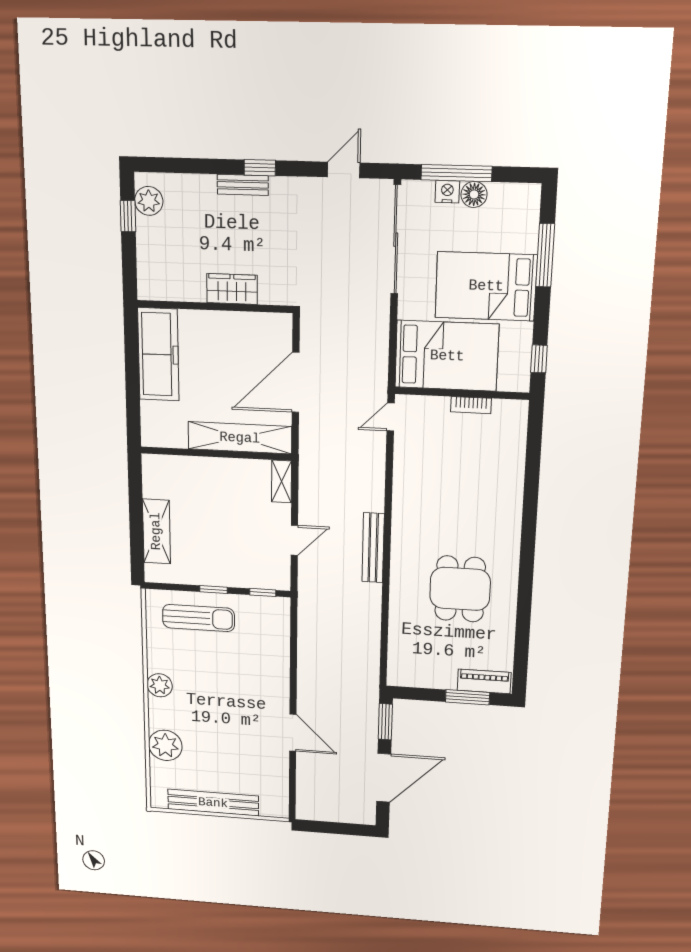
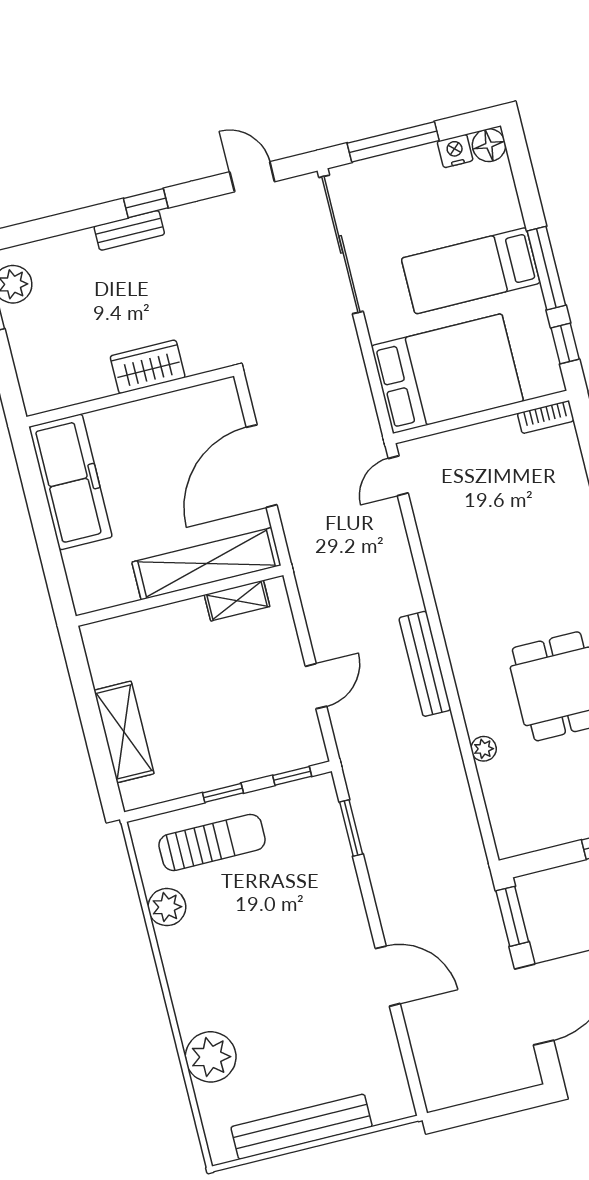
door: (344, 170) -> (252, 177), hinge flipped
nightstand: (447, 192) -> (455, 151), moved
floor lamp: (474, 194) -> (489, 145), moved
window: (545, 255) -> (546, 268), moved
bed: (486, 286) -> (471, 271), width x0.67
bookcase: (471, 405) -> (546, 417), moved
shelving: (282, 481) -> (237, 601), moved, turned 90
plant: (397, 614) -> (484, 749), added
window: (294, 637) -> (351, 828), added
plant: (160, 685) -> (167, 907), moved

